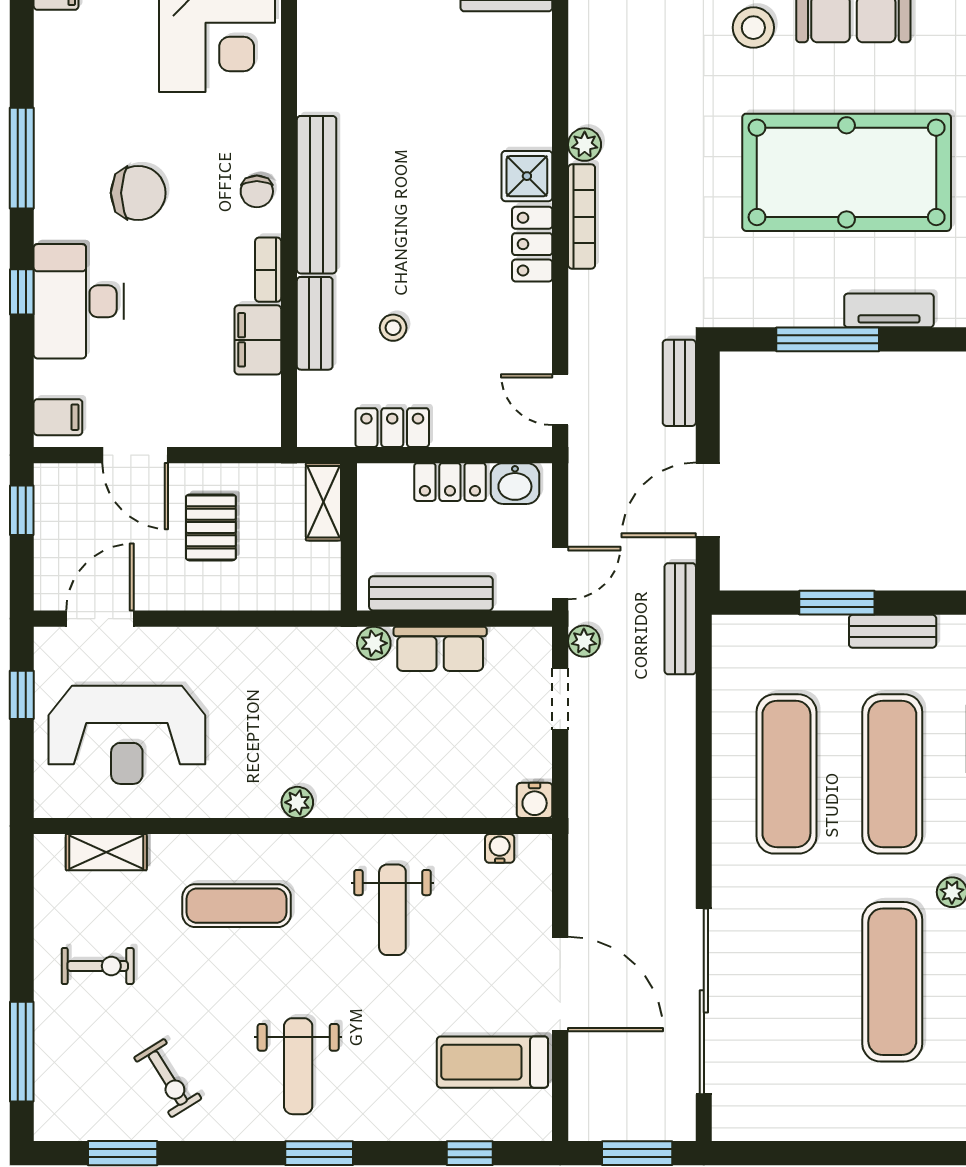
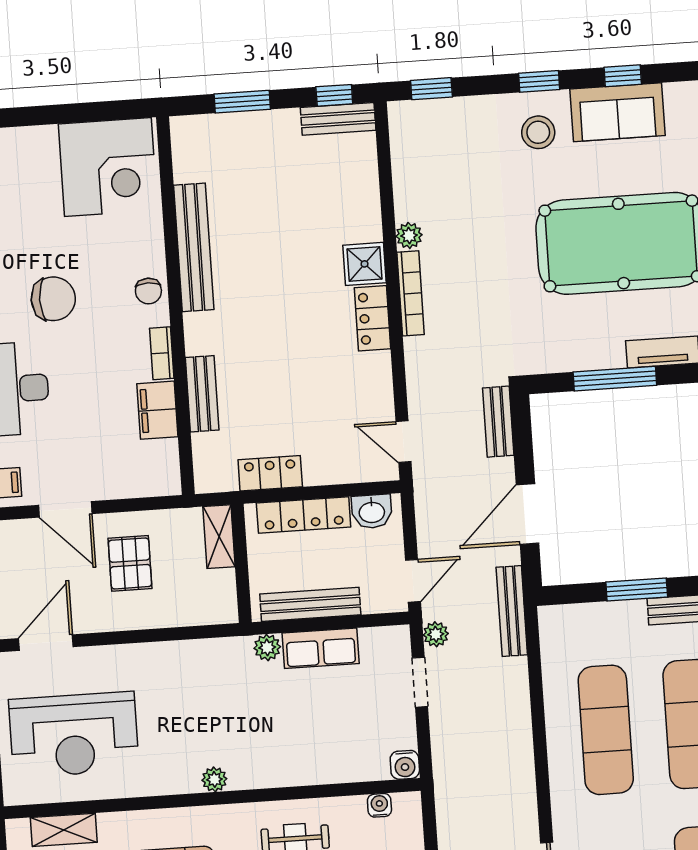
bench: (317, 195) -> (194, 247), moved
stool: (393, 328) -> (265, 393), removed
locker: (450, 482) -> (304, 515), width x1.53

